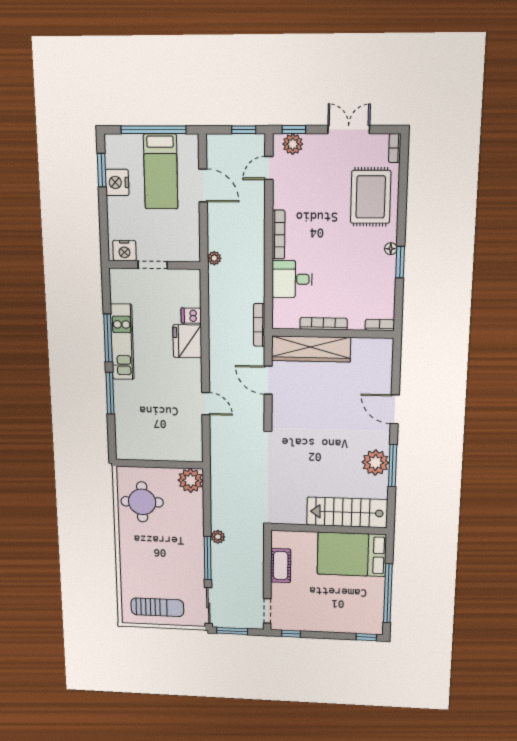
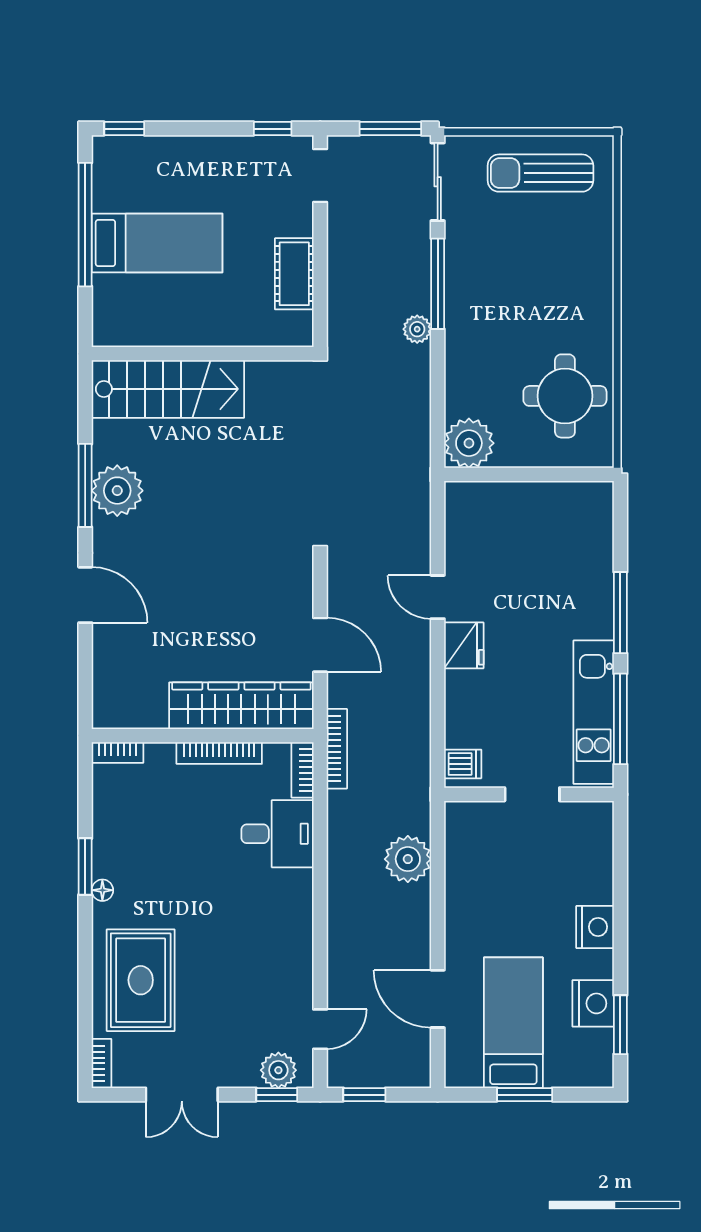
window: (153, 130) -> (525, 1095), width x0.47
bookcase: (278, 235) -> (302, 770), moved, width x0.64
nightstand: (124, 251) -> (595, 927), moved, turned 90
plant: (214, 258) -> (408, 859), width x1.87, depth x1.87
doorway: (153, 265) -> (532, 794), moved
wall: (154, 265) -> (529, 794), moved
fridge: (187, 341) -> (464, 645), moved, width x0.73, depth x0.75
bed: (352, 554) -> (157, 243), moved, width x0.67

